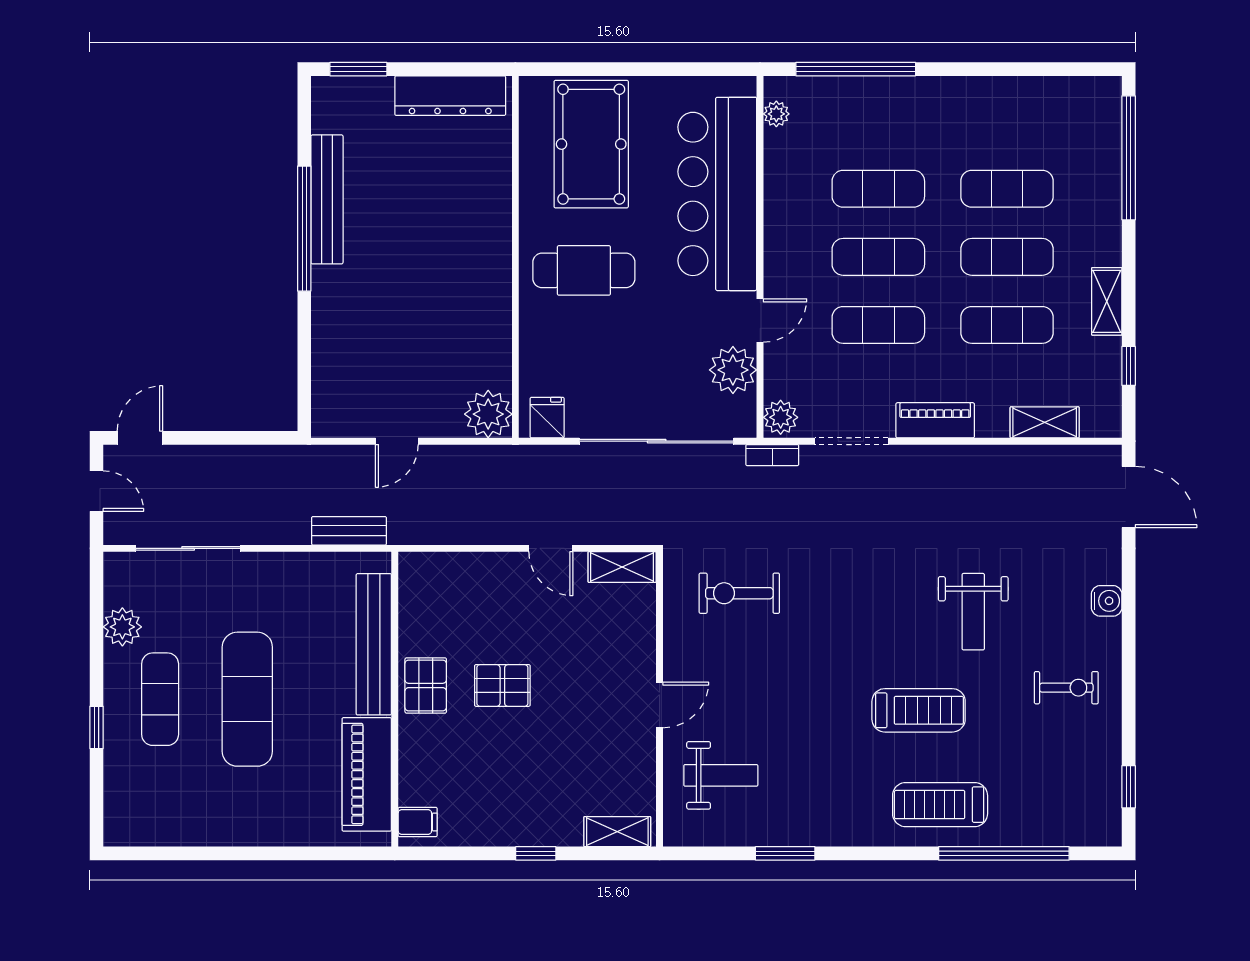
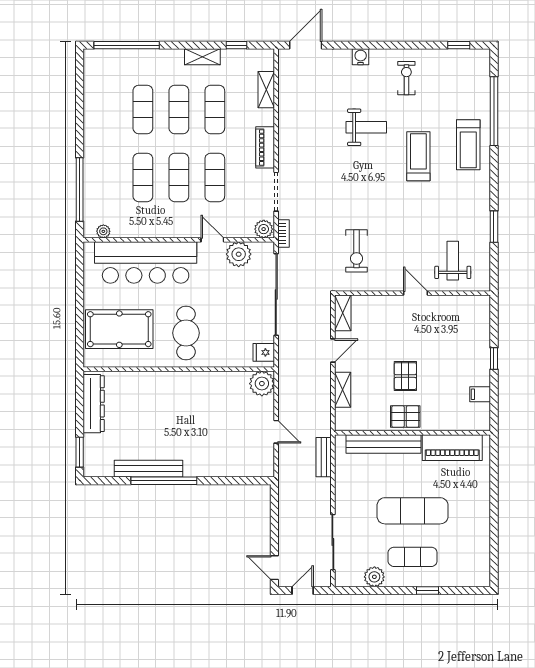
filing cabinet: (418, 822) -> (480, 394), moved, turned -90
shelving: (617, 832) -> (343, 390), moved

